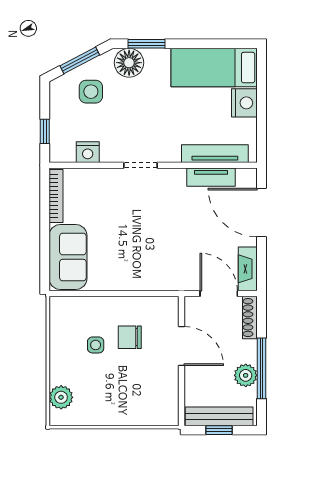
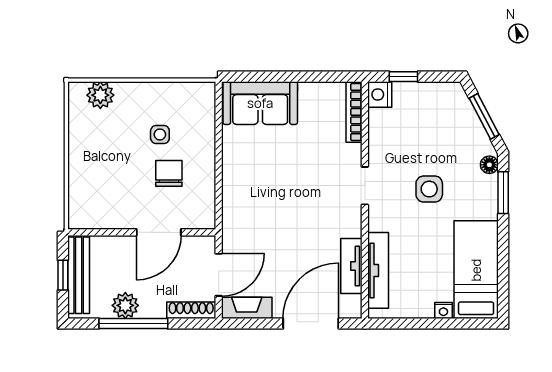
floor lamp: (129, 63) -> (489, 165), width x0.53, depth x0.53
side table: (91, 92) -> (429, 189), moved
nightstand: (244, 103) -> (443, 310), width x0.53, depth x0.56
nightstand: (88, 152) -> (380, 95), moved
bookcase: (56, 196) -> (354, 112), moved, turned 90

